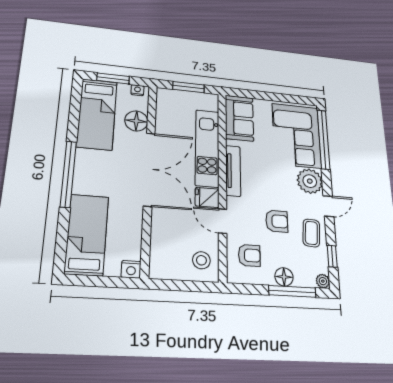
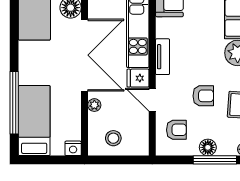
tv unit: (233, 171) -> (163, 57), width x0.71
window: (68, 174) -> (14, 103), moved
plant: (158, 222) -> (94, 105), added
stool: (201, 260) -> (113, 138), moved

